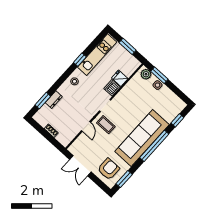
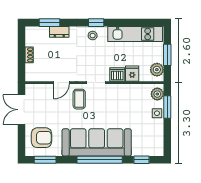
window: (80, 60) -> (96, 23), moved
plant: (131, 61) -> (157, 70), added

